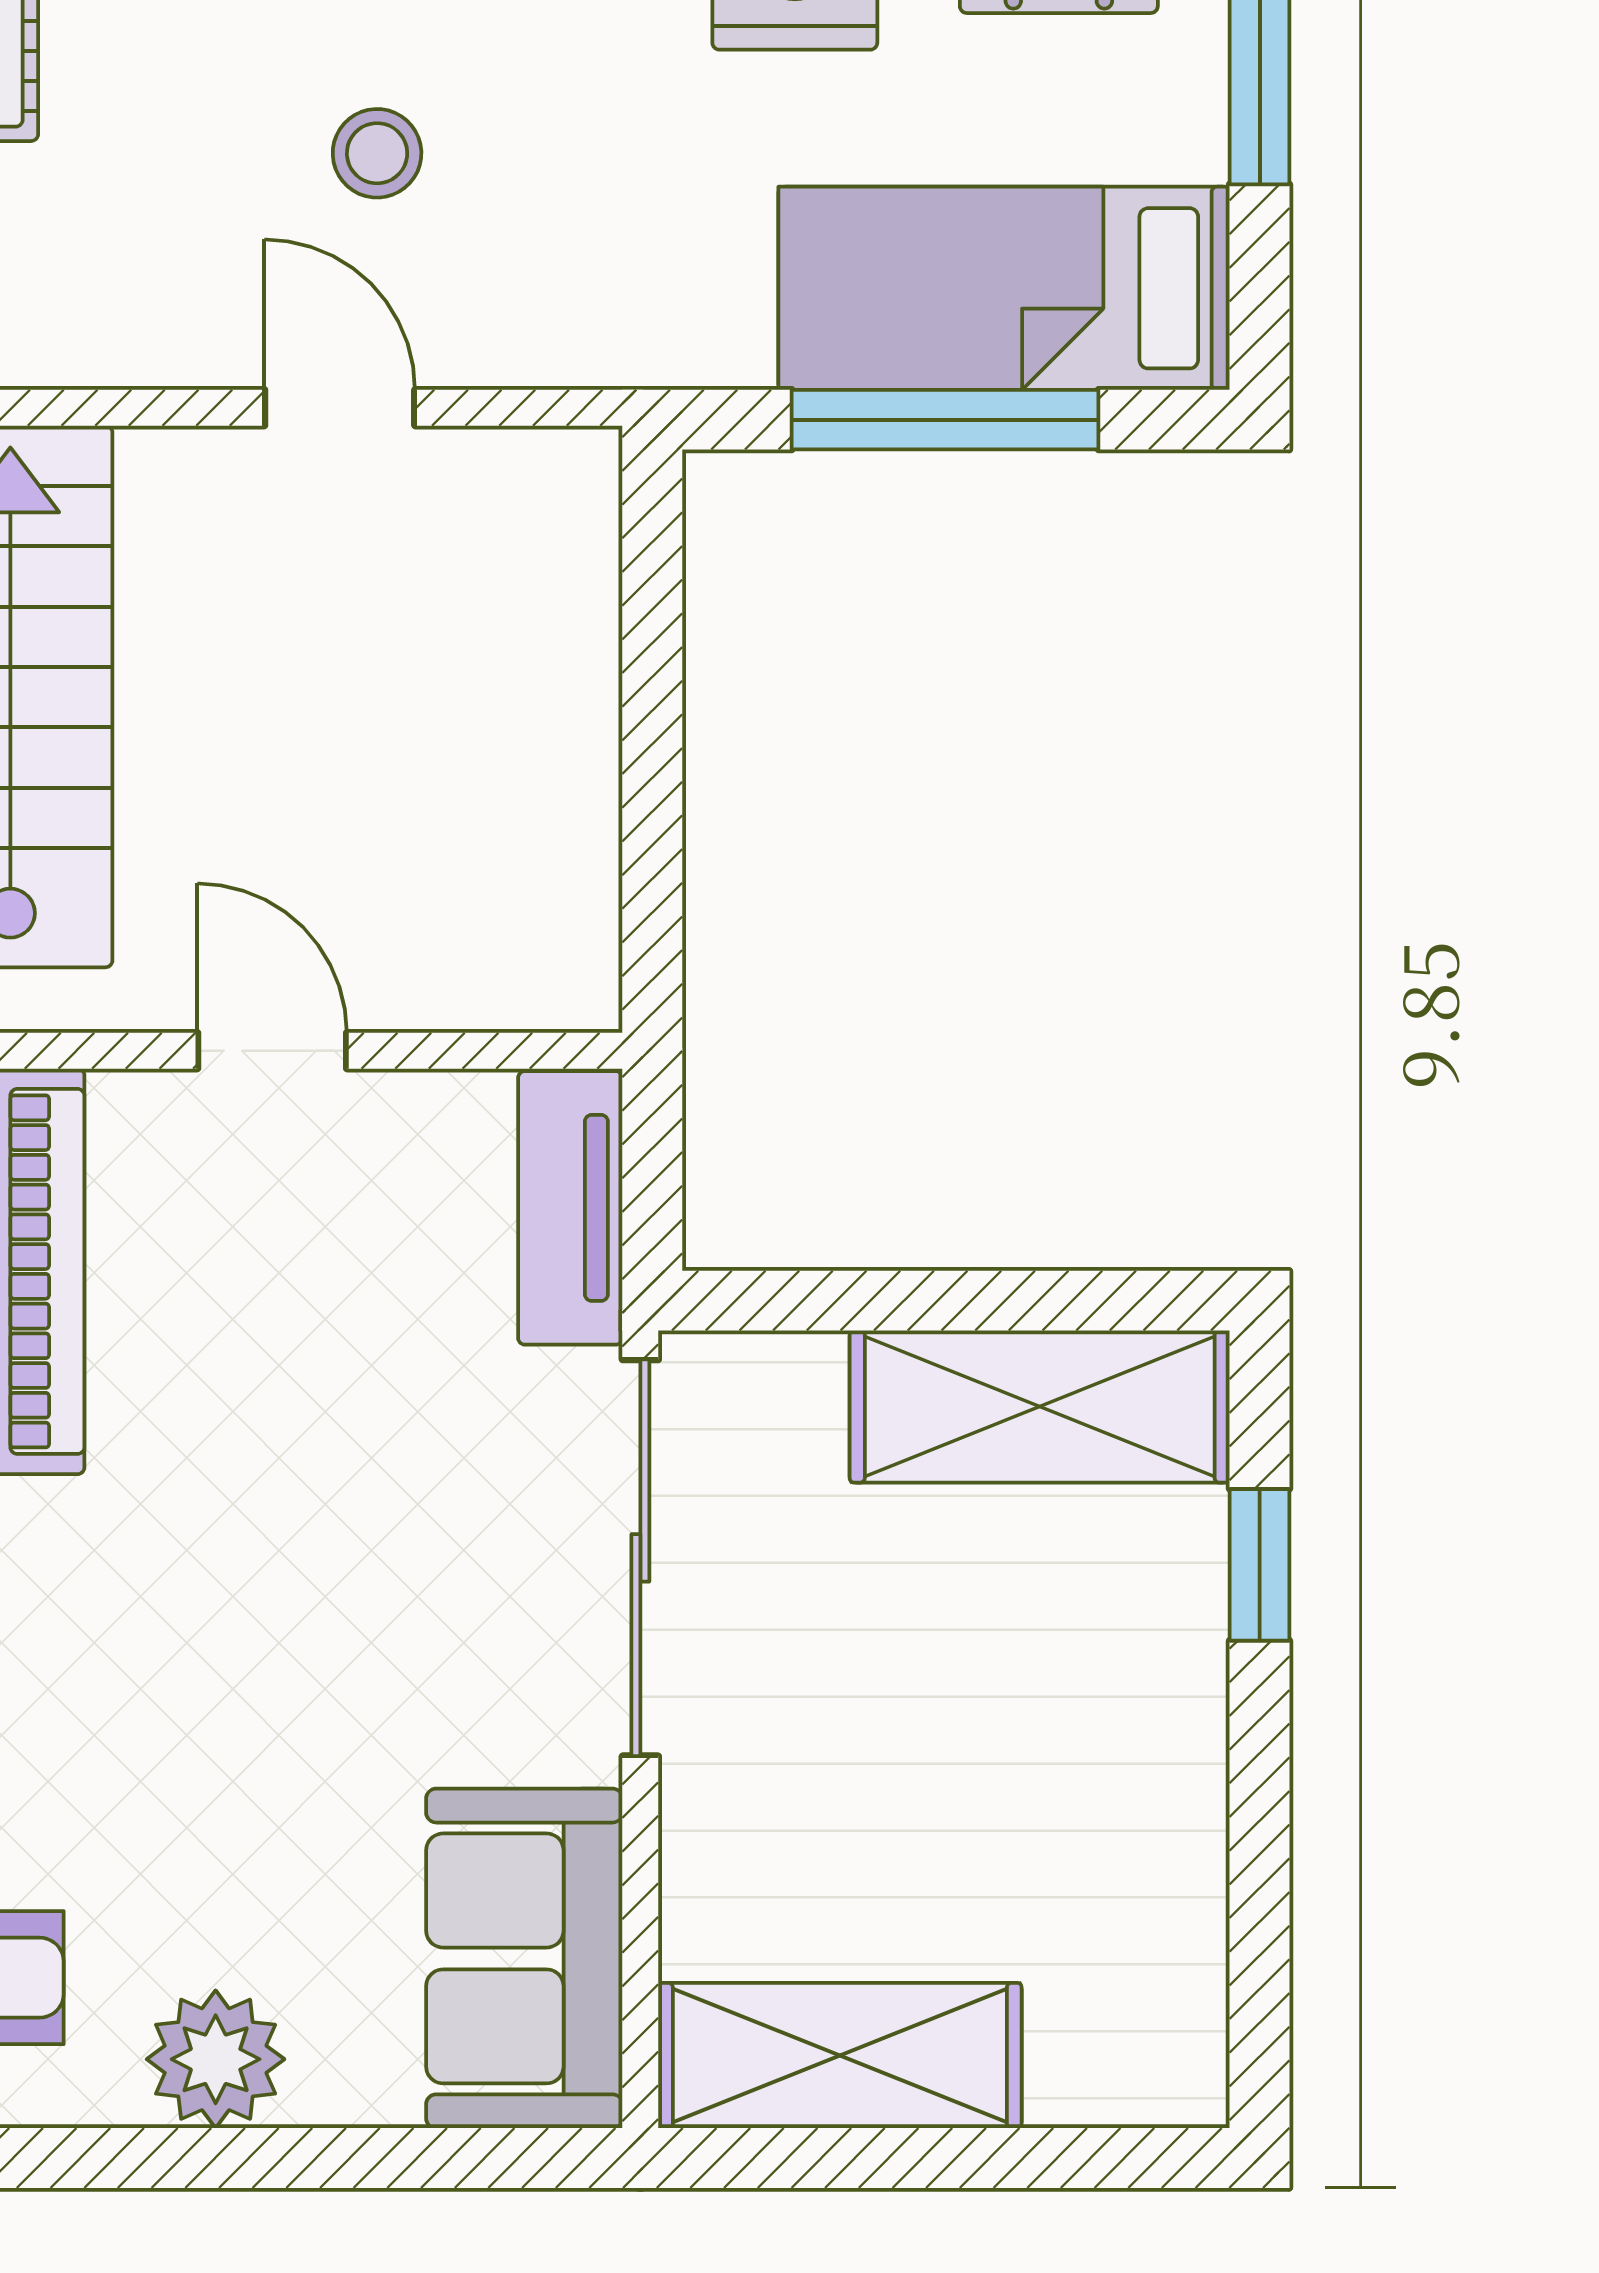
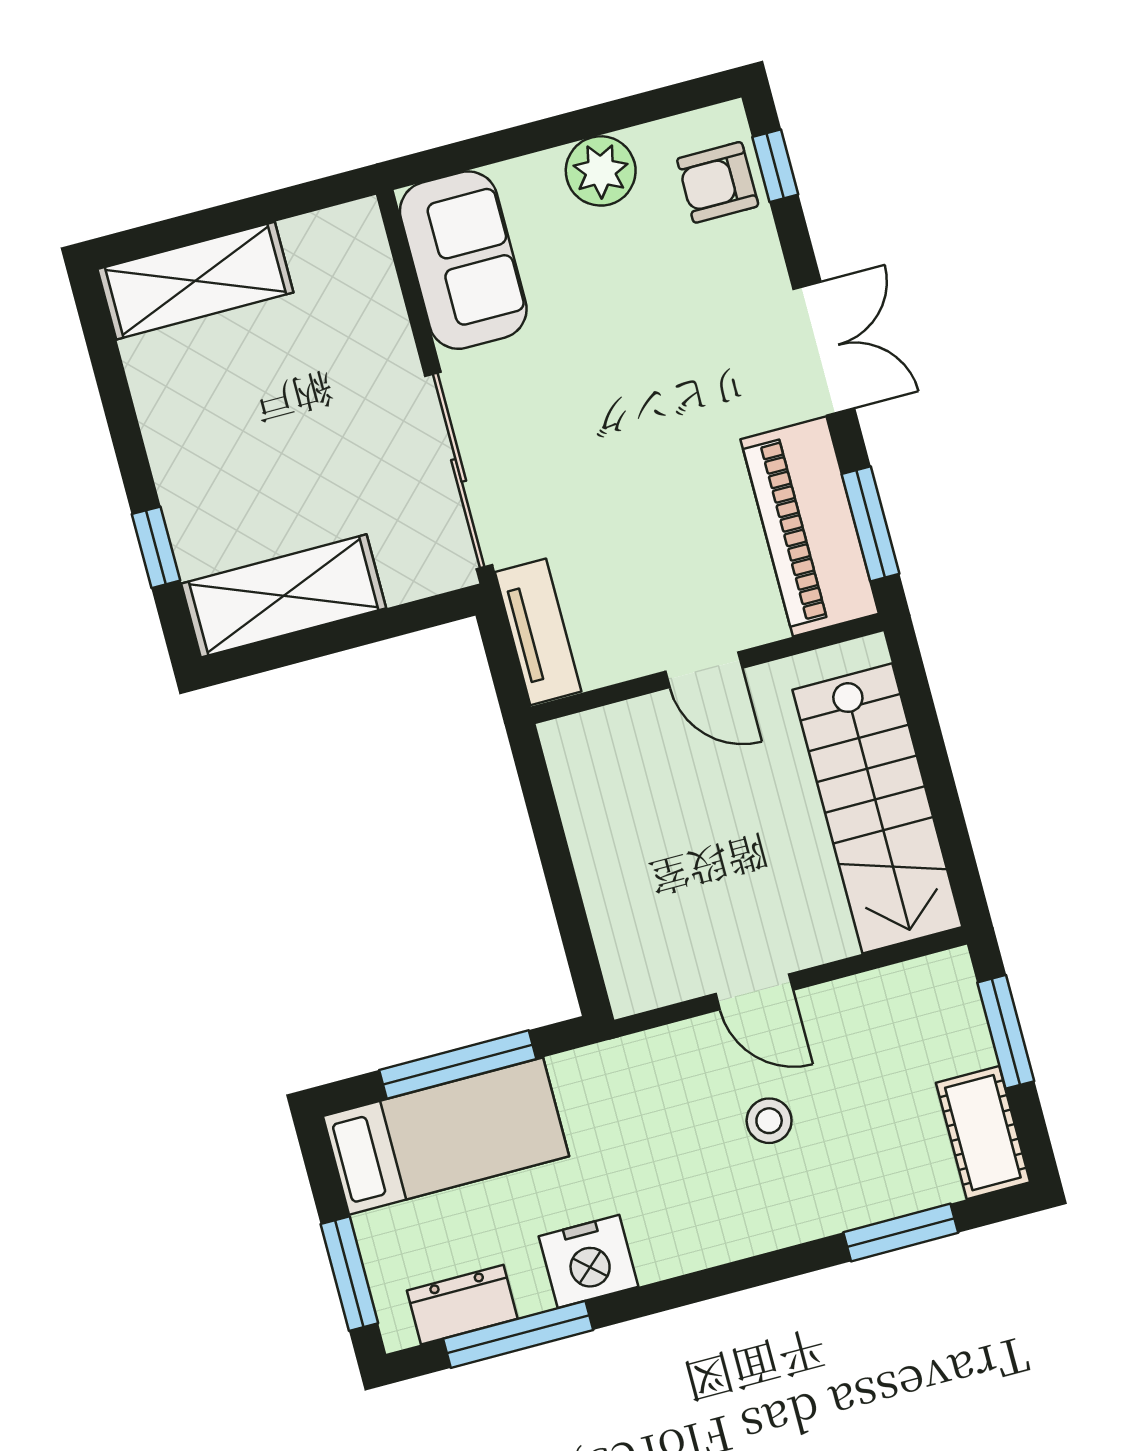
shelving: (840, 2056) -> (195, 281), moved

